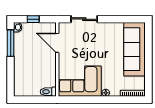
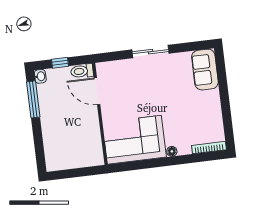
sliding door: (84, 19) -> (151, 52), moved
sofa: (134, 49) -> (205, 70), width x0.54, depth x0.79
toilet: (48, 92) -> (82, 71), moved

